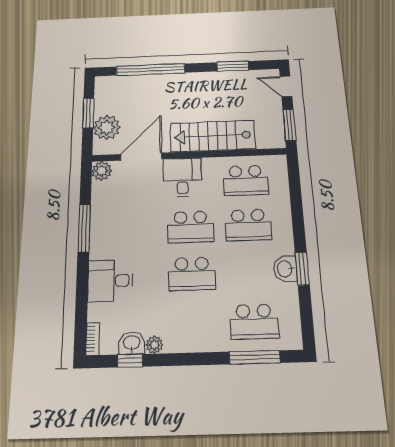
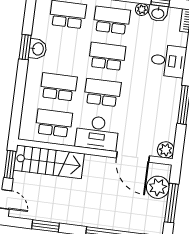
window: (88, 113) -> (171, 203), width x1.44
stairs: (213, 136) -> (49, 162), moved
door: (141, 157) -> (133, 157), hinge flipped
desk: (182, 177) -> (97, 133), width x1.37
school desk: (193, 323) -> (112, 20), added

